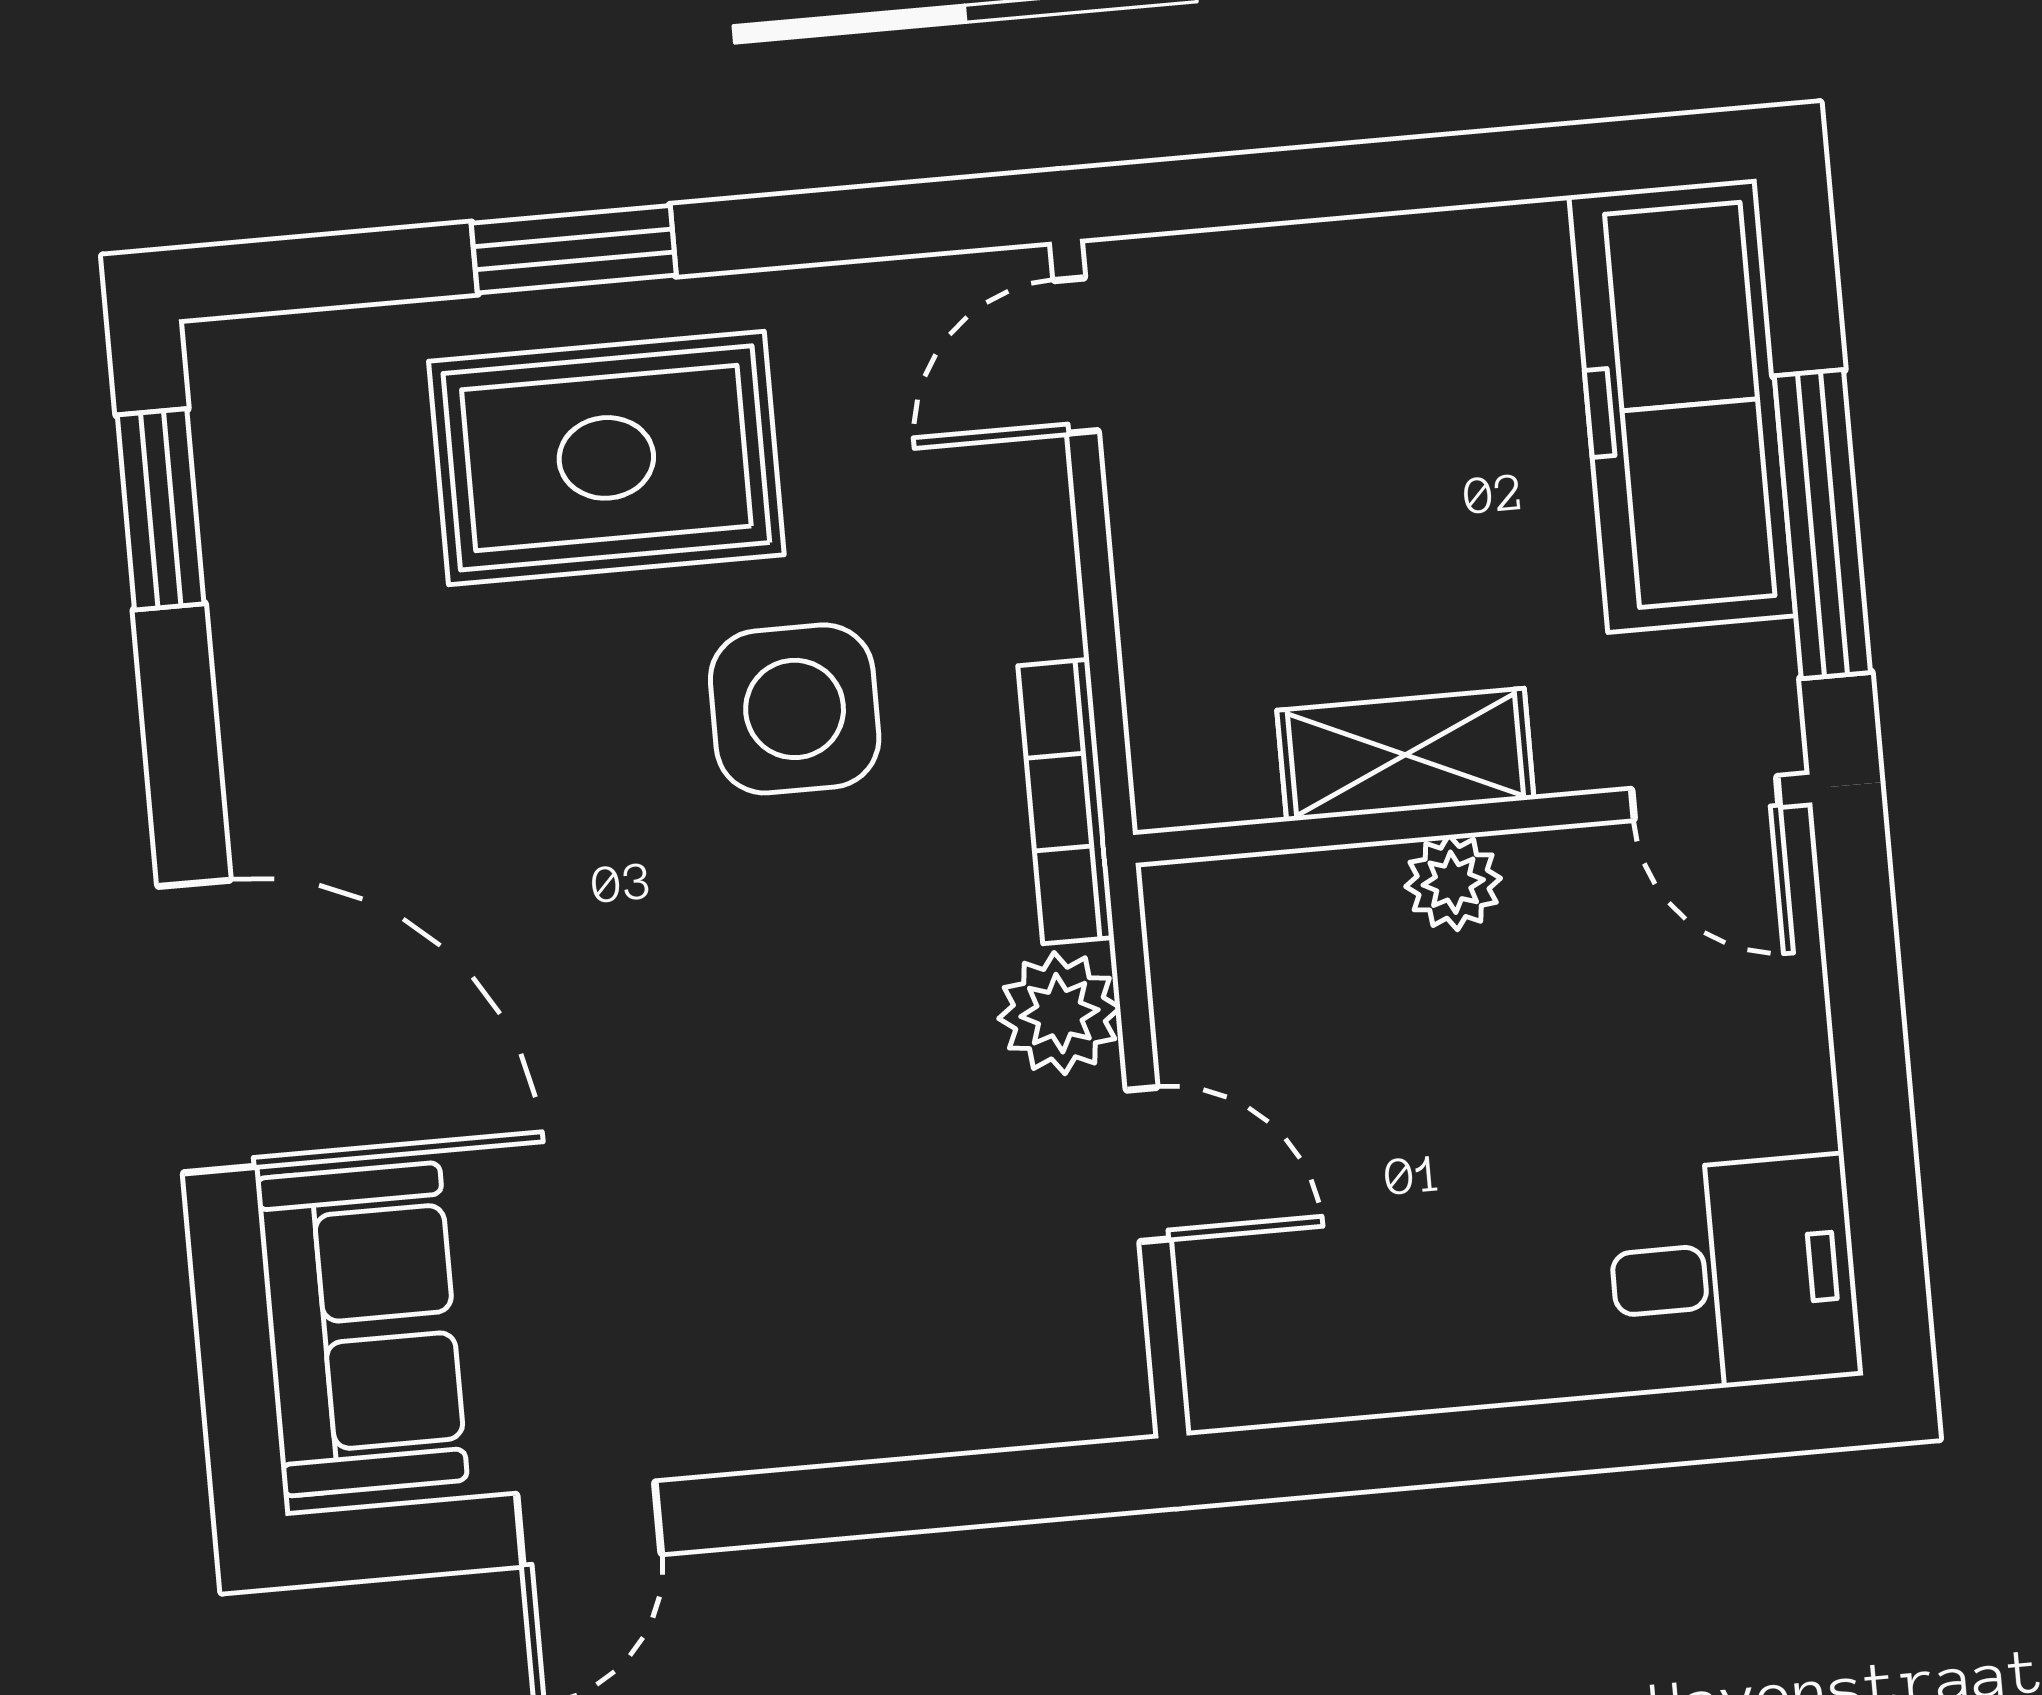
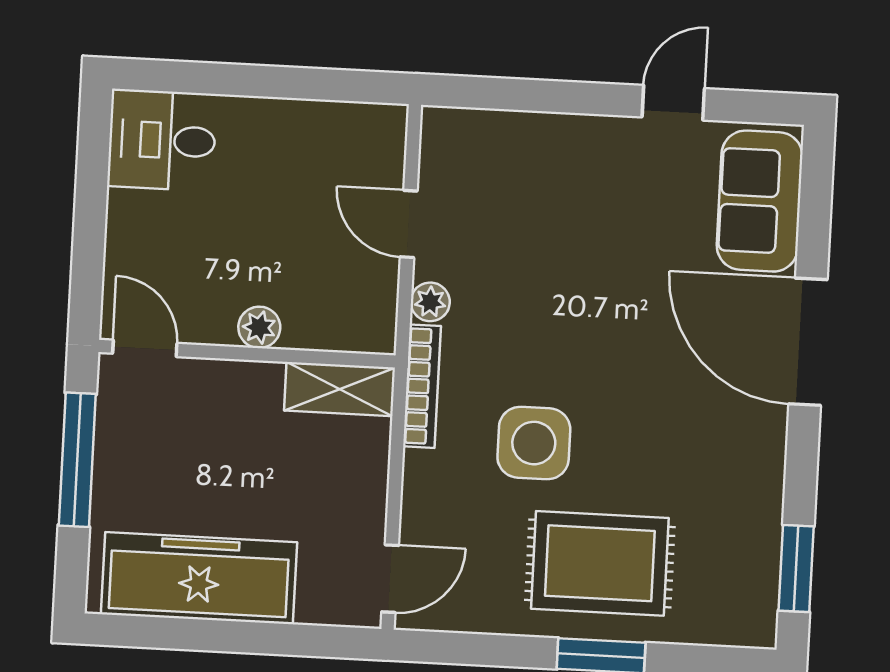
freezer: (1682, 406) -> (199, 578), moved, turned -90
shelving: (1405, 755) -> (340, 389), moved
plant: (1059, 1013) -> (430, 302), width x0.73, depth x0.73

